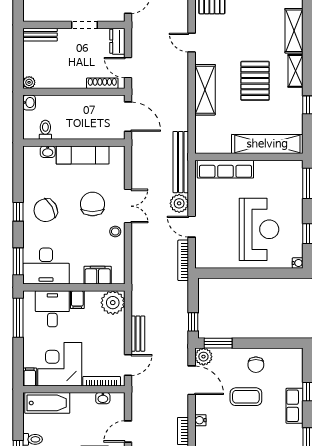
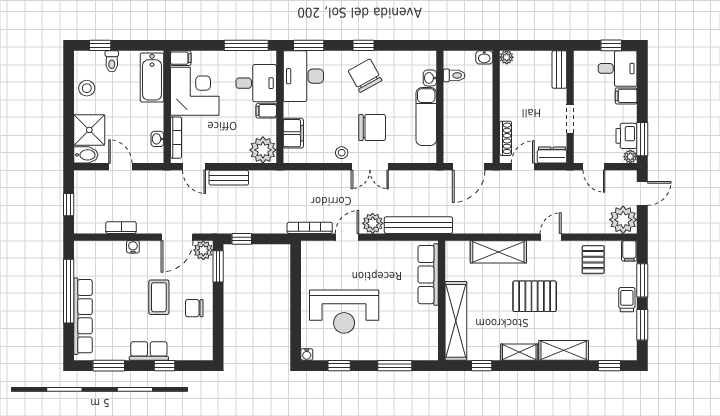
pallet: (255, 81) -> (535, 296), moved
shelving: (267, 144) -> (456, 321), moved
wall: (249, 157) -> (442, 300), moved
row of seats: (225, 169) -> (428, 275), moved

